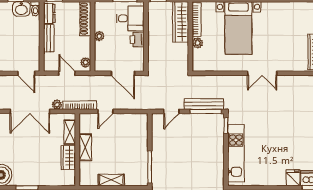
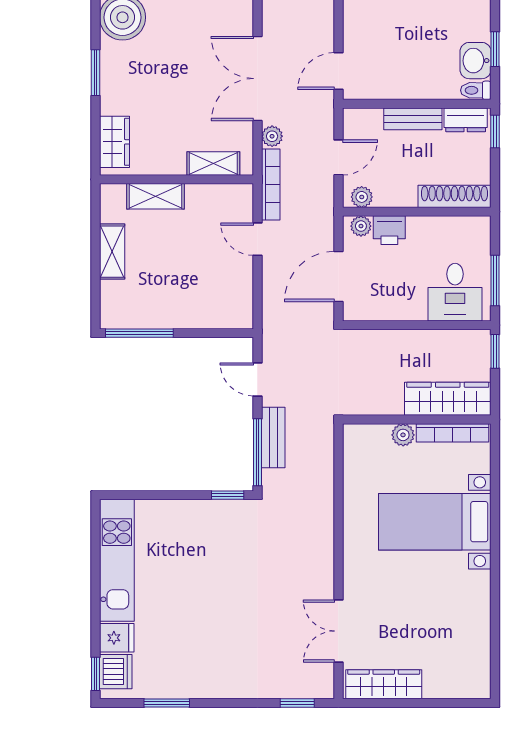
plant: (99, 36) -> (361, 226), moved
printer: (137, 40) -> (389, 230), moved, turned 180
double door: (262, 73) -> (338, 631), moved
bench: (204, 104) -> (273, 437), width x0.73
shelving: (85, 147) -> (156, 196), moved
kitchen unit: (236, 153) -> (117, 560), moved, turned -90
wardrobe: (68, 158) -> (115, 142), moved, turned 90

